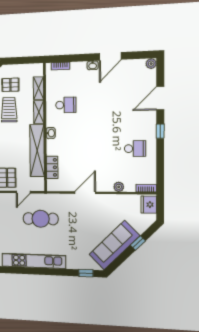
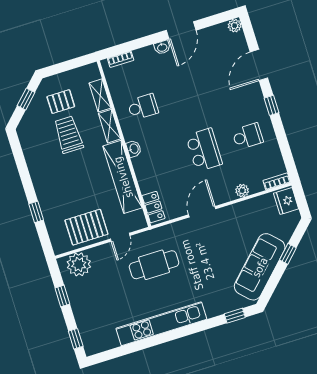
school desk: (100, 149) -> (204, 150), added
locker: (52, 167) -> (153, 207), moved

